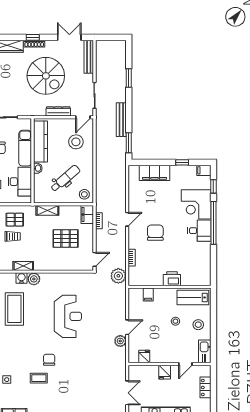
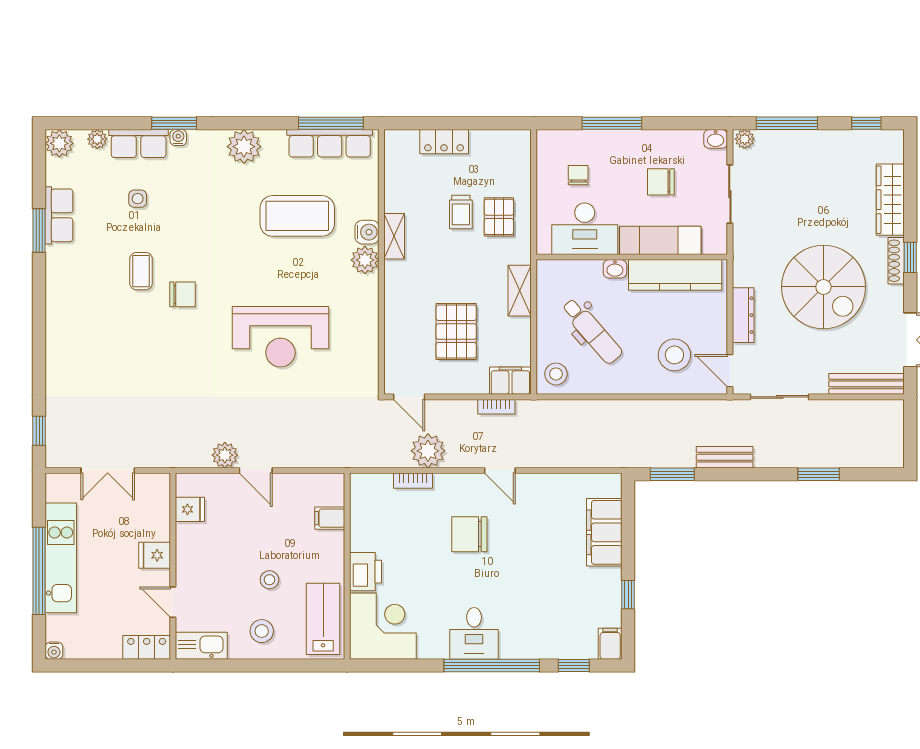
spiral stairs: (46, 76) -> (823, 287), turned -90
bench: (121, 120) -> (725, 457), width x0.73
corner desk: (196, 204) -> (383, 626), moved, turned 90
chair: (155, 233) -> (469, 534), turned 180
plant: (118, 276) -> (428, 451), moved
locker: (205, 387) -> (147, 647), moved

